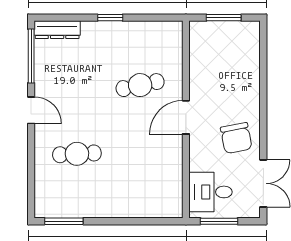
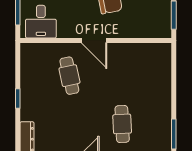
desk: (211, 192) -> (41, 22), moved

